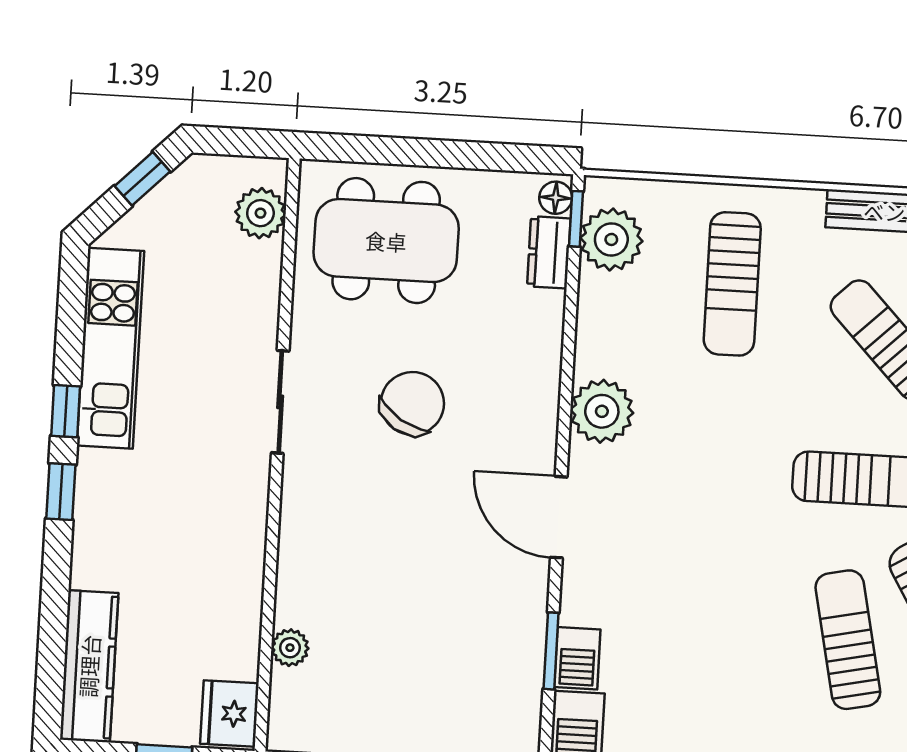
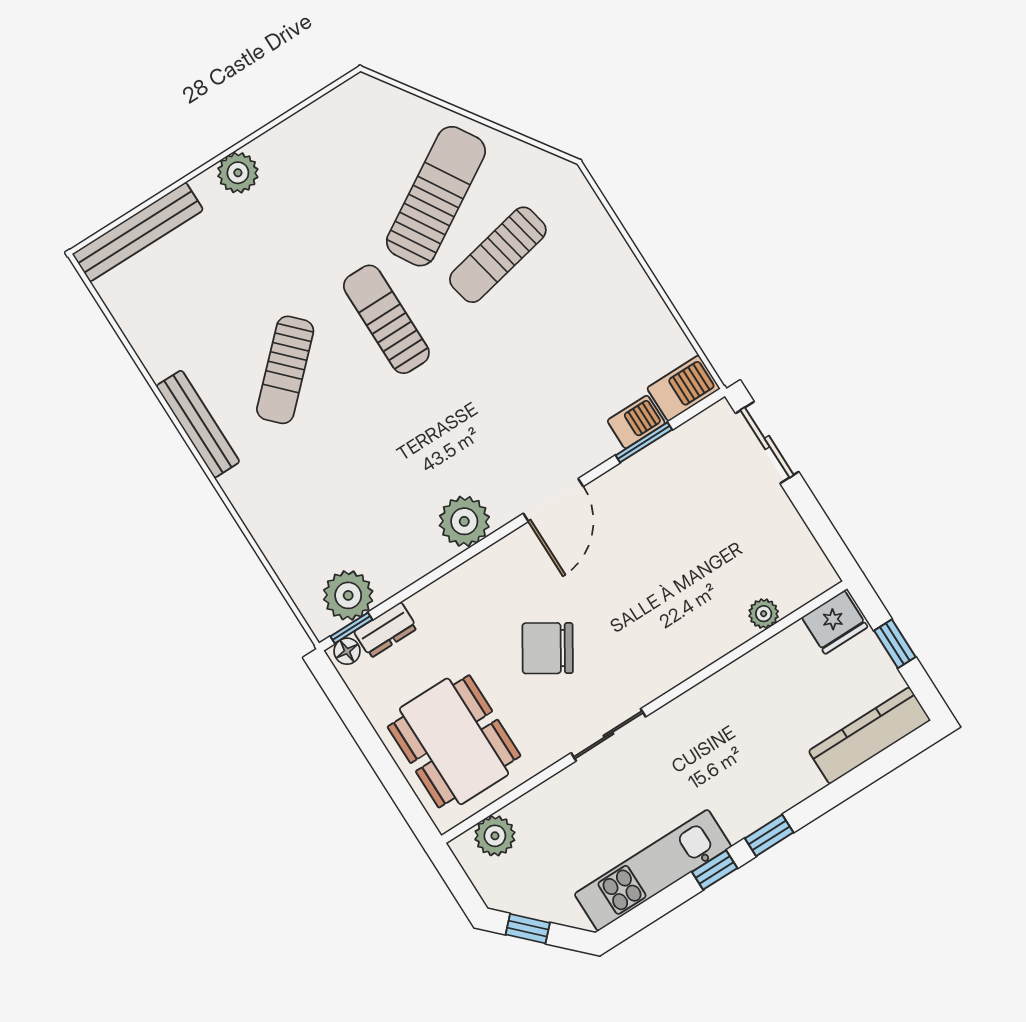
sun lounger: (732, 284) -> (321, 496), removed

